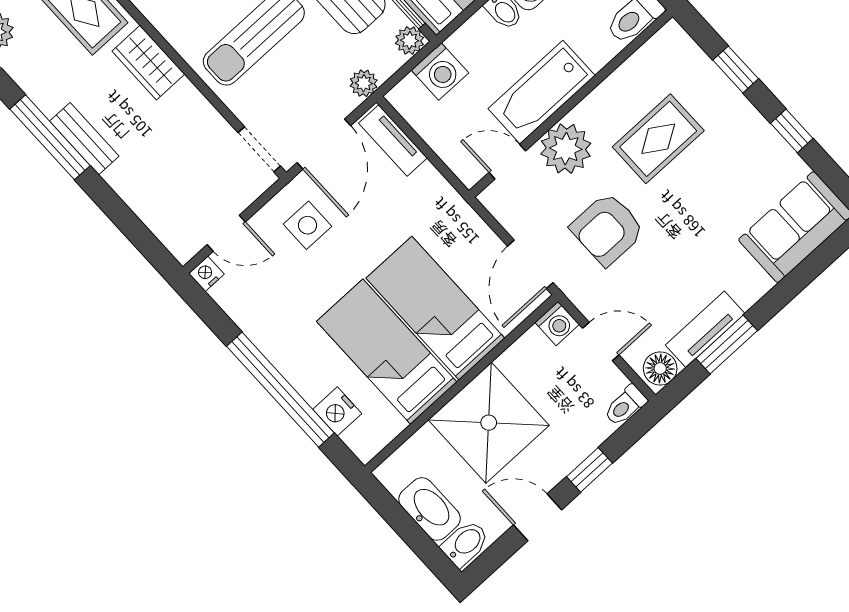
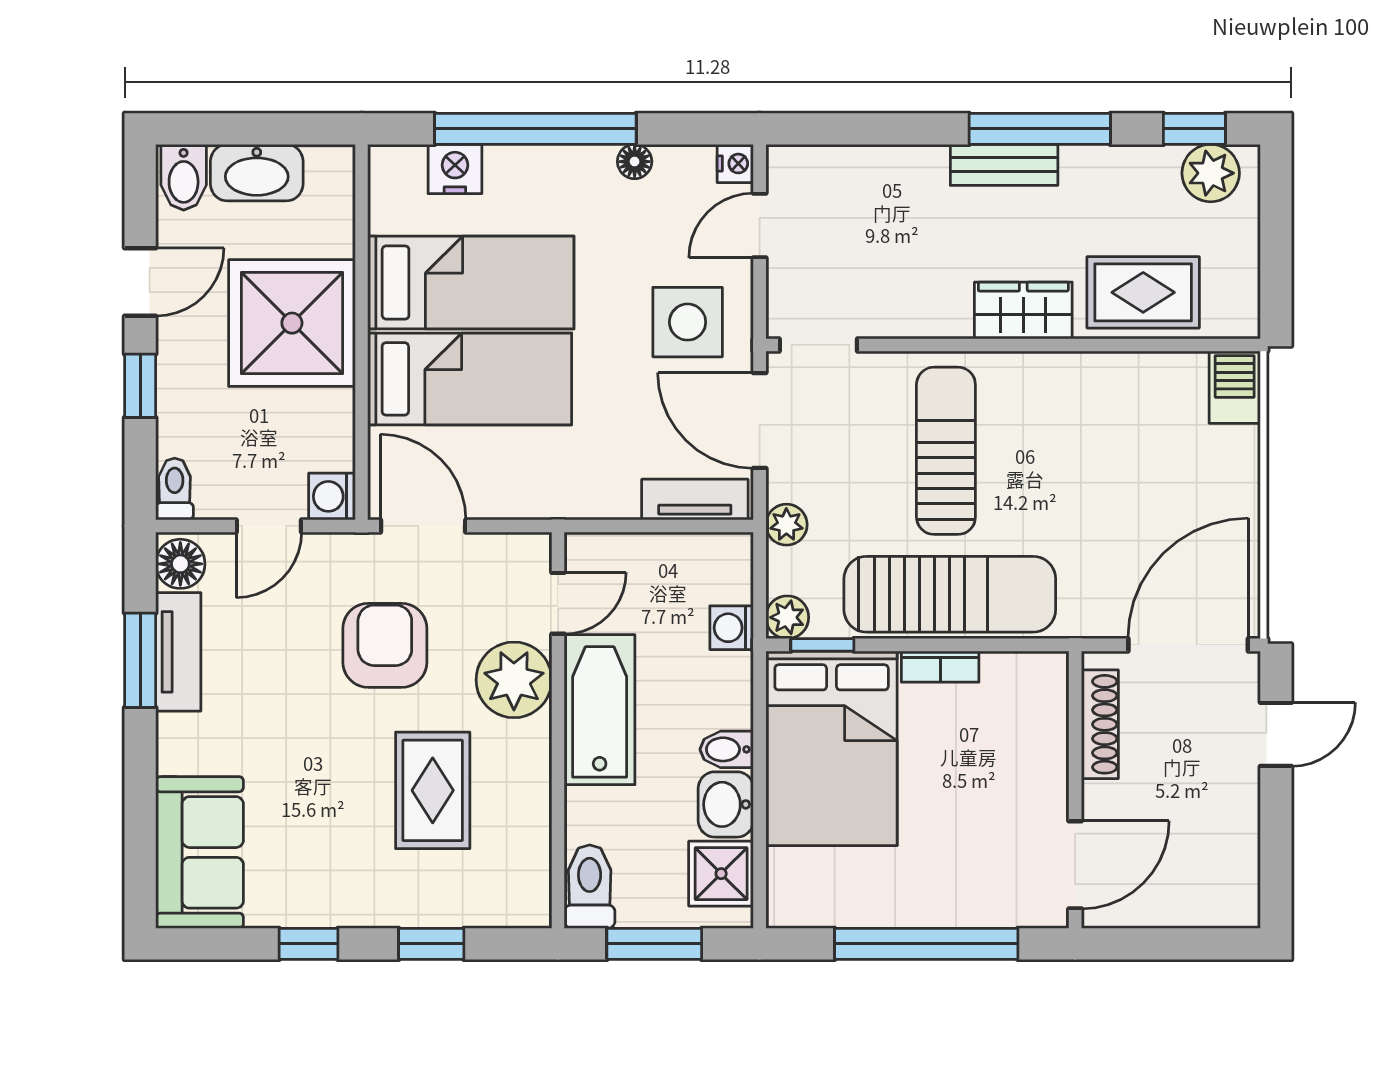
washing machine: (440, 71) -> (732, 628), width x0.73, depth x0.73
side table: (308, 225) -> (688, 322), width x1.37, depth x1.37
floor lamp: (251, 325) -> (635, 162), added

